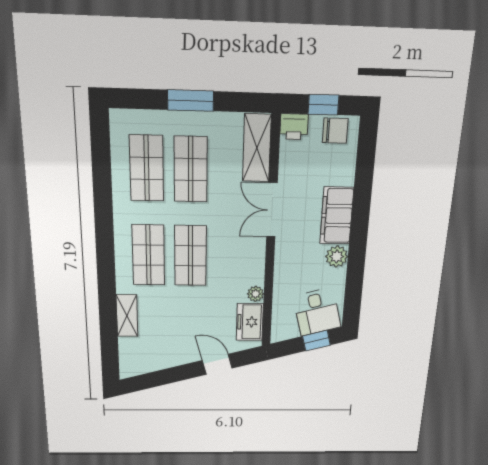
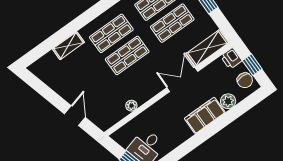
plant: (337, 256) -> (228, 101), moved
freezer: (250, 322) -> (113, 115), removed

